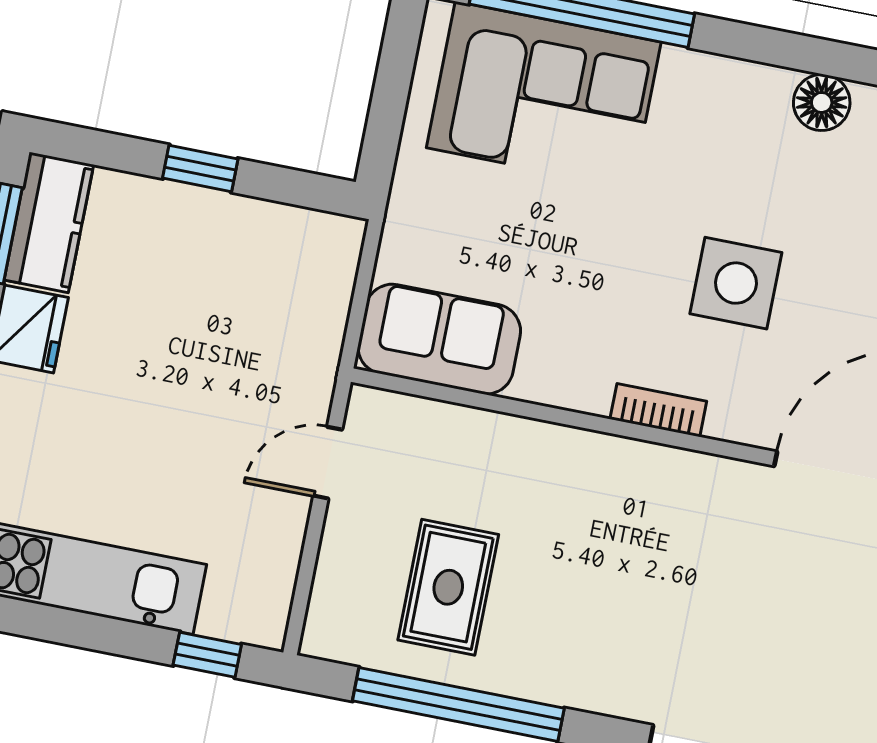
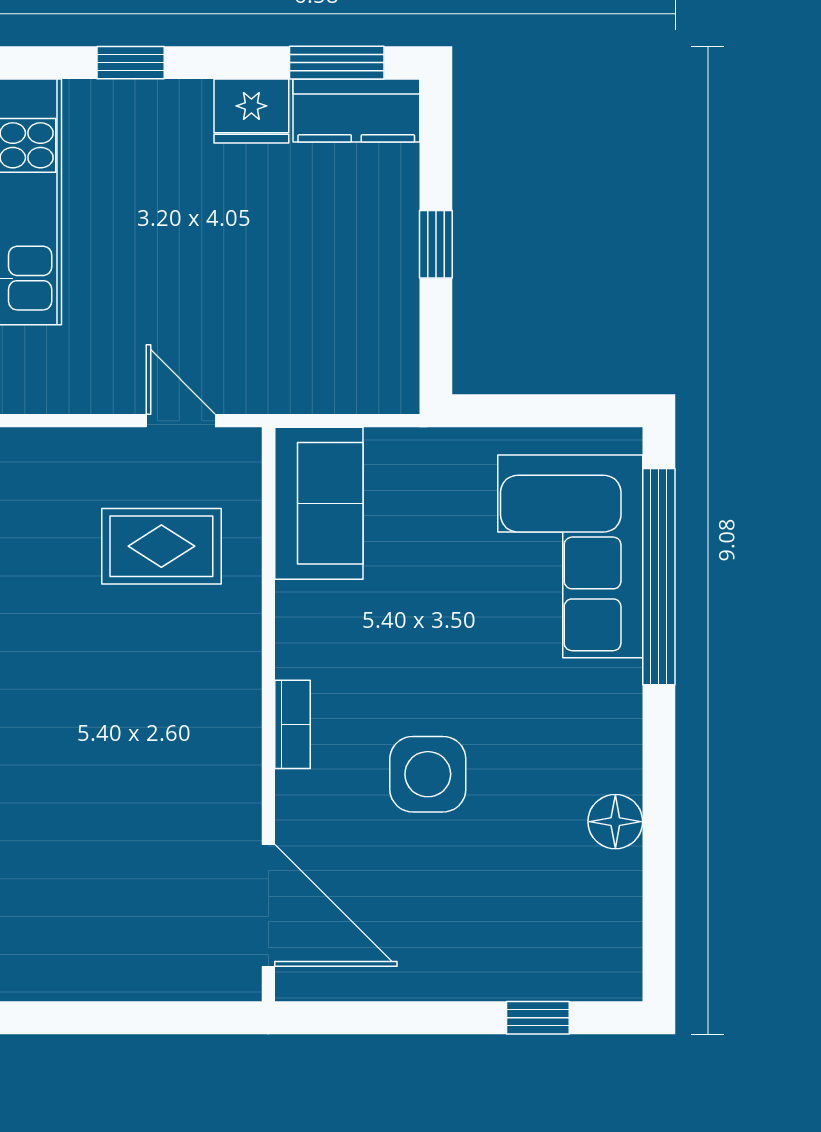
rug: (448, 587) -> (161, 546), moved

